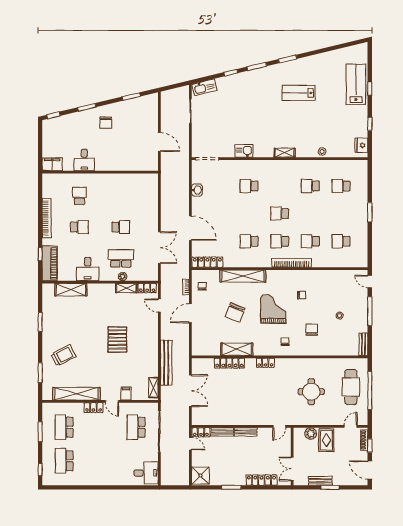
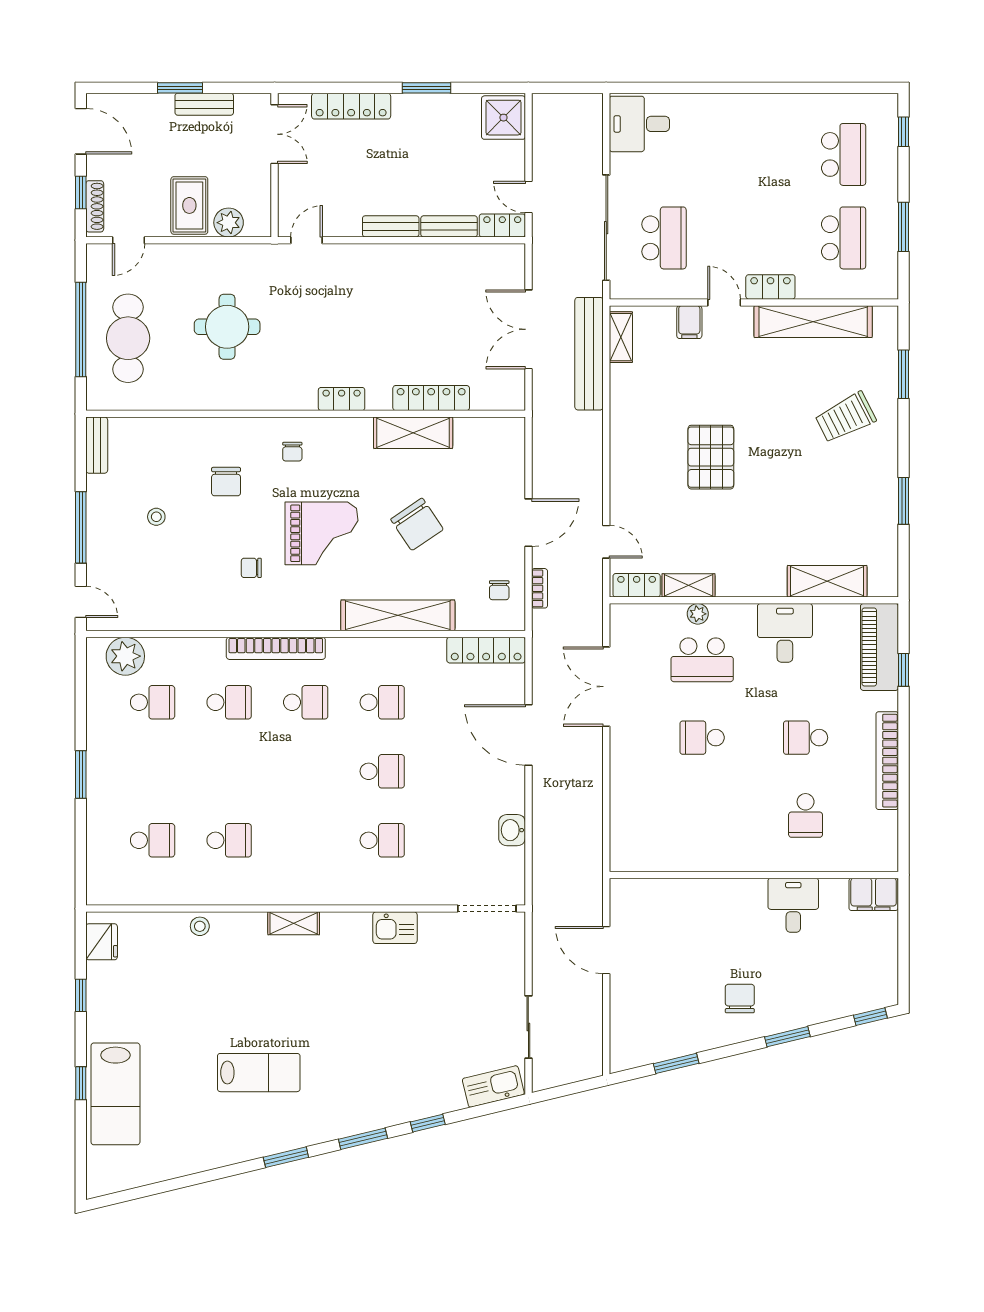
school desk: (280, 214) -> (382, 771), moved
plant: (352, 260) -> (125, 656), added
grand piano: (273, 309) -> (322, 533), turned -90
chair: (235, 313) -> (417, 524), turned 125
bench: (166, 363) -> (589, 354), moved

